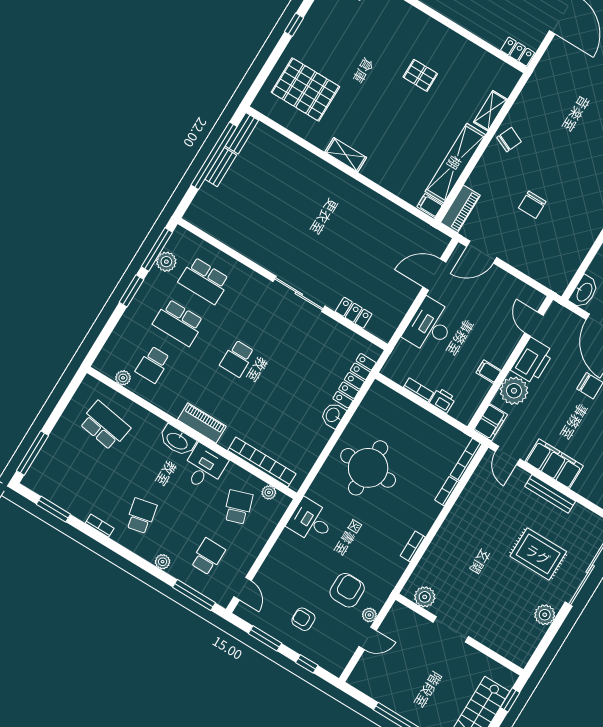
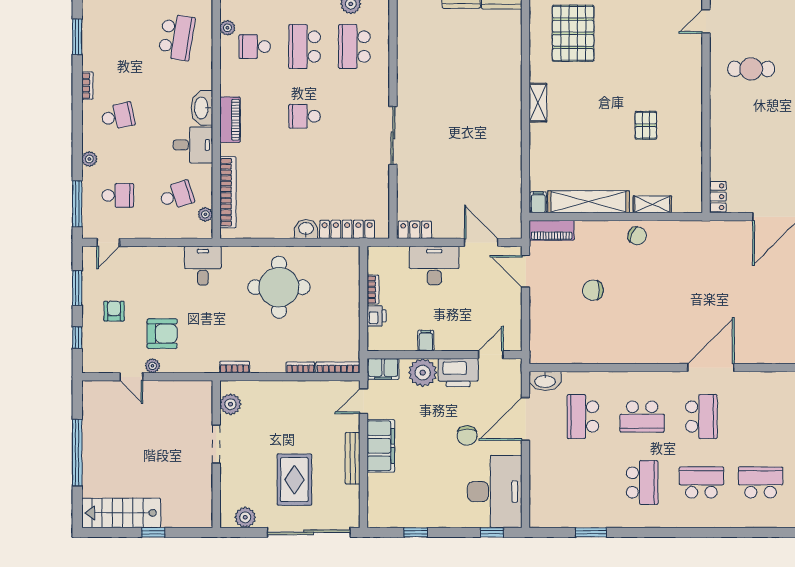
locker: (354, 313) -> (415, 230), moved, turned -90
plant: (425, 597) -> (230, 404), moved
doorway: (451, 629) -> (216, 444), moved
wall: (459, 635) -> (216, 454), moved

